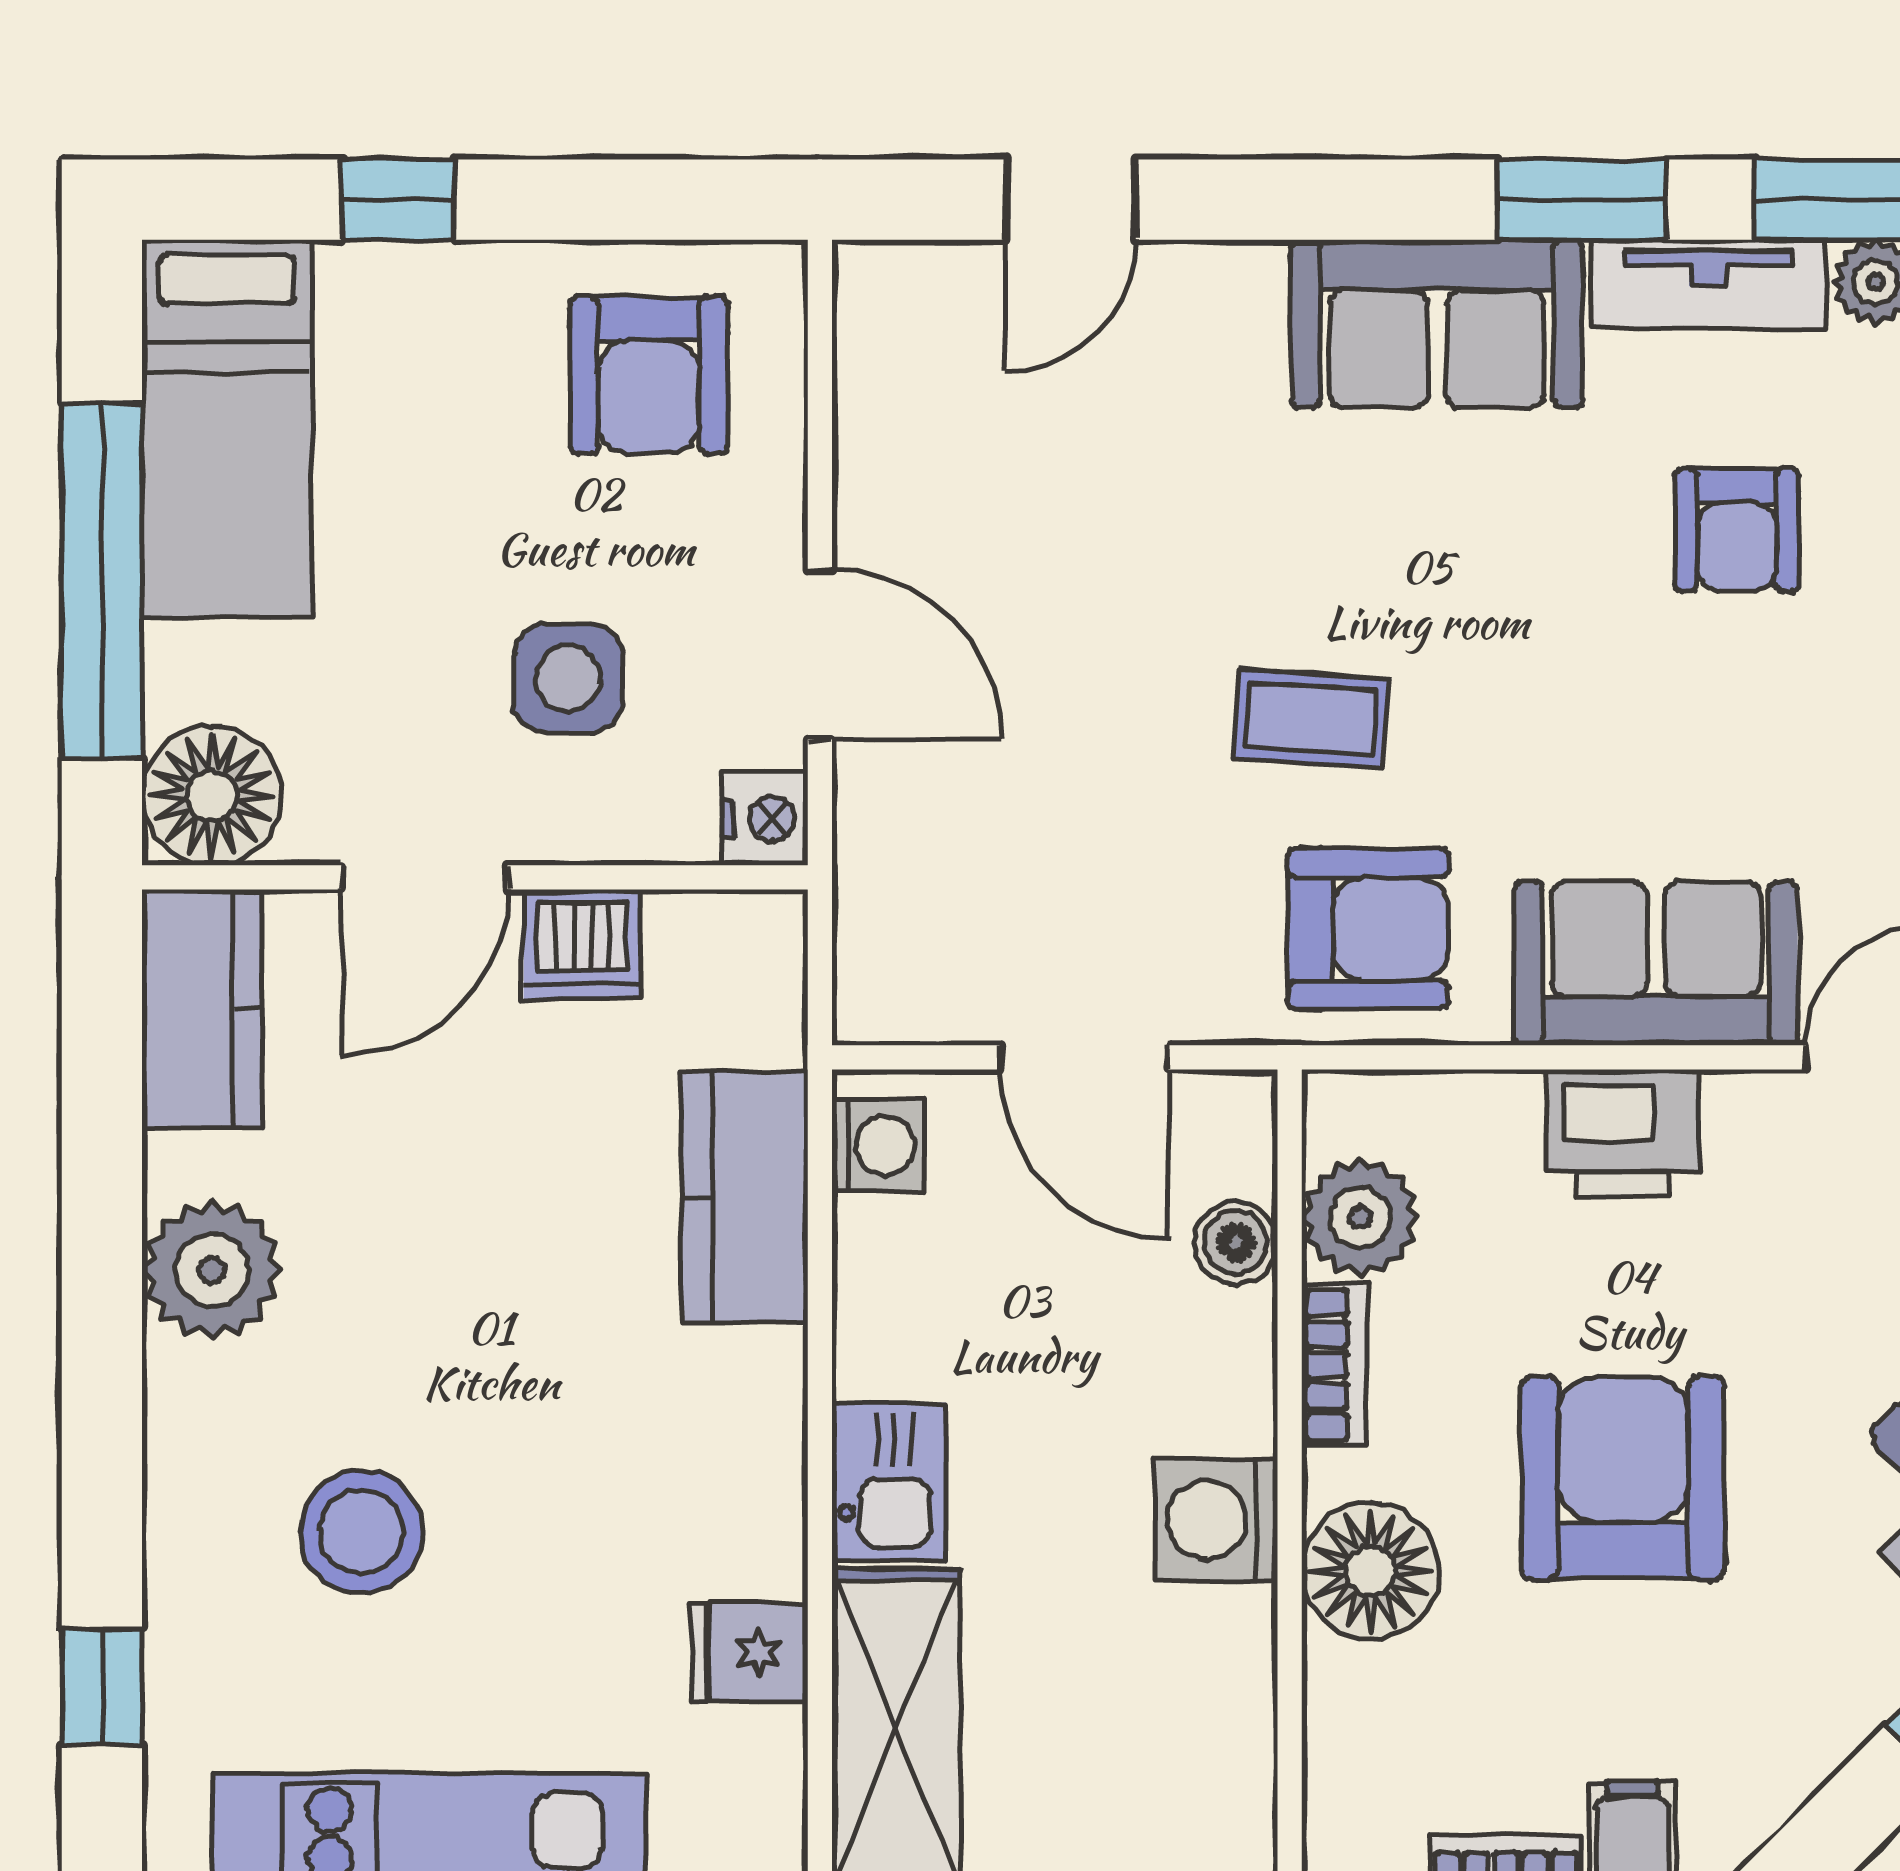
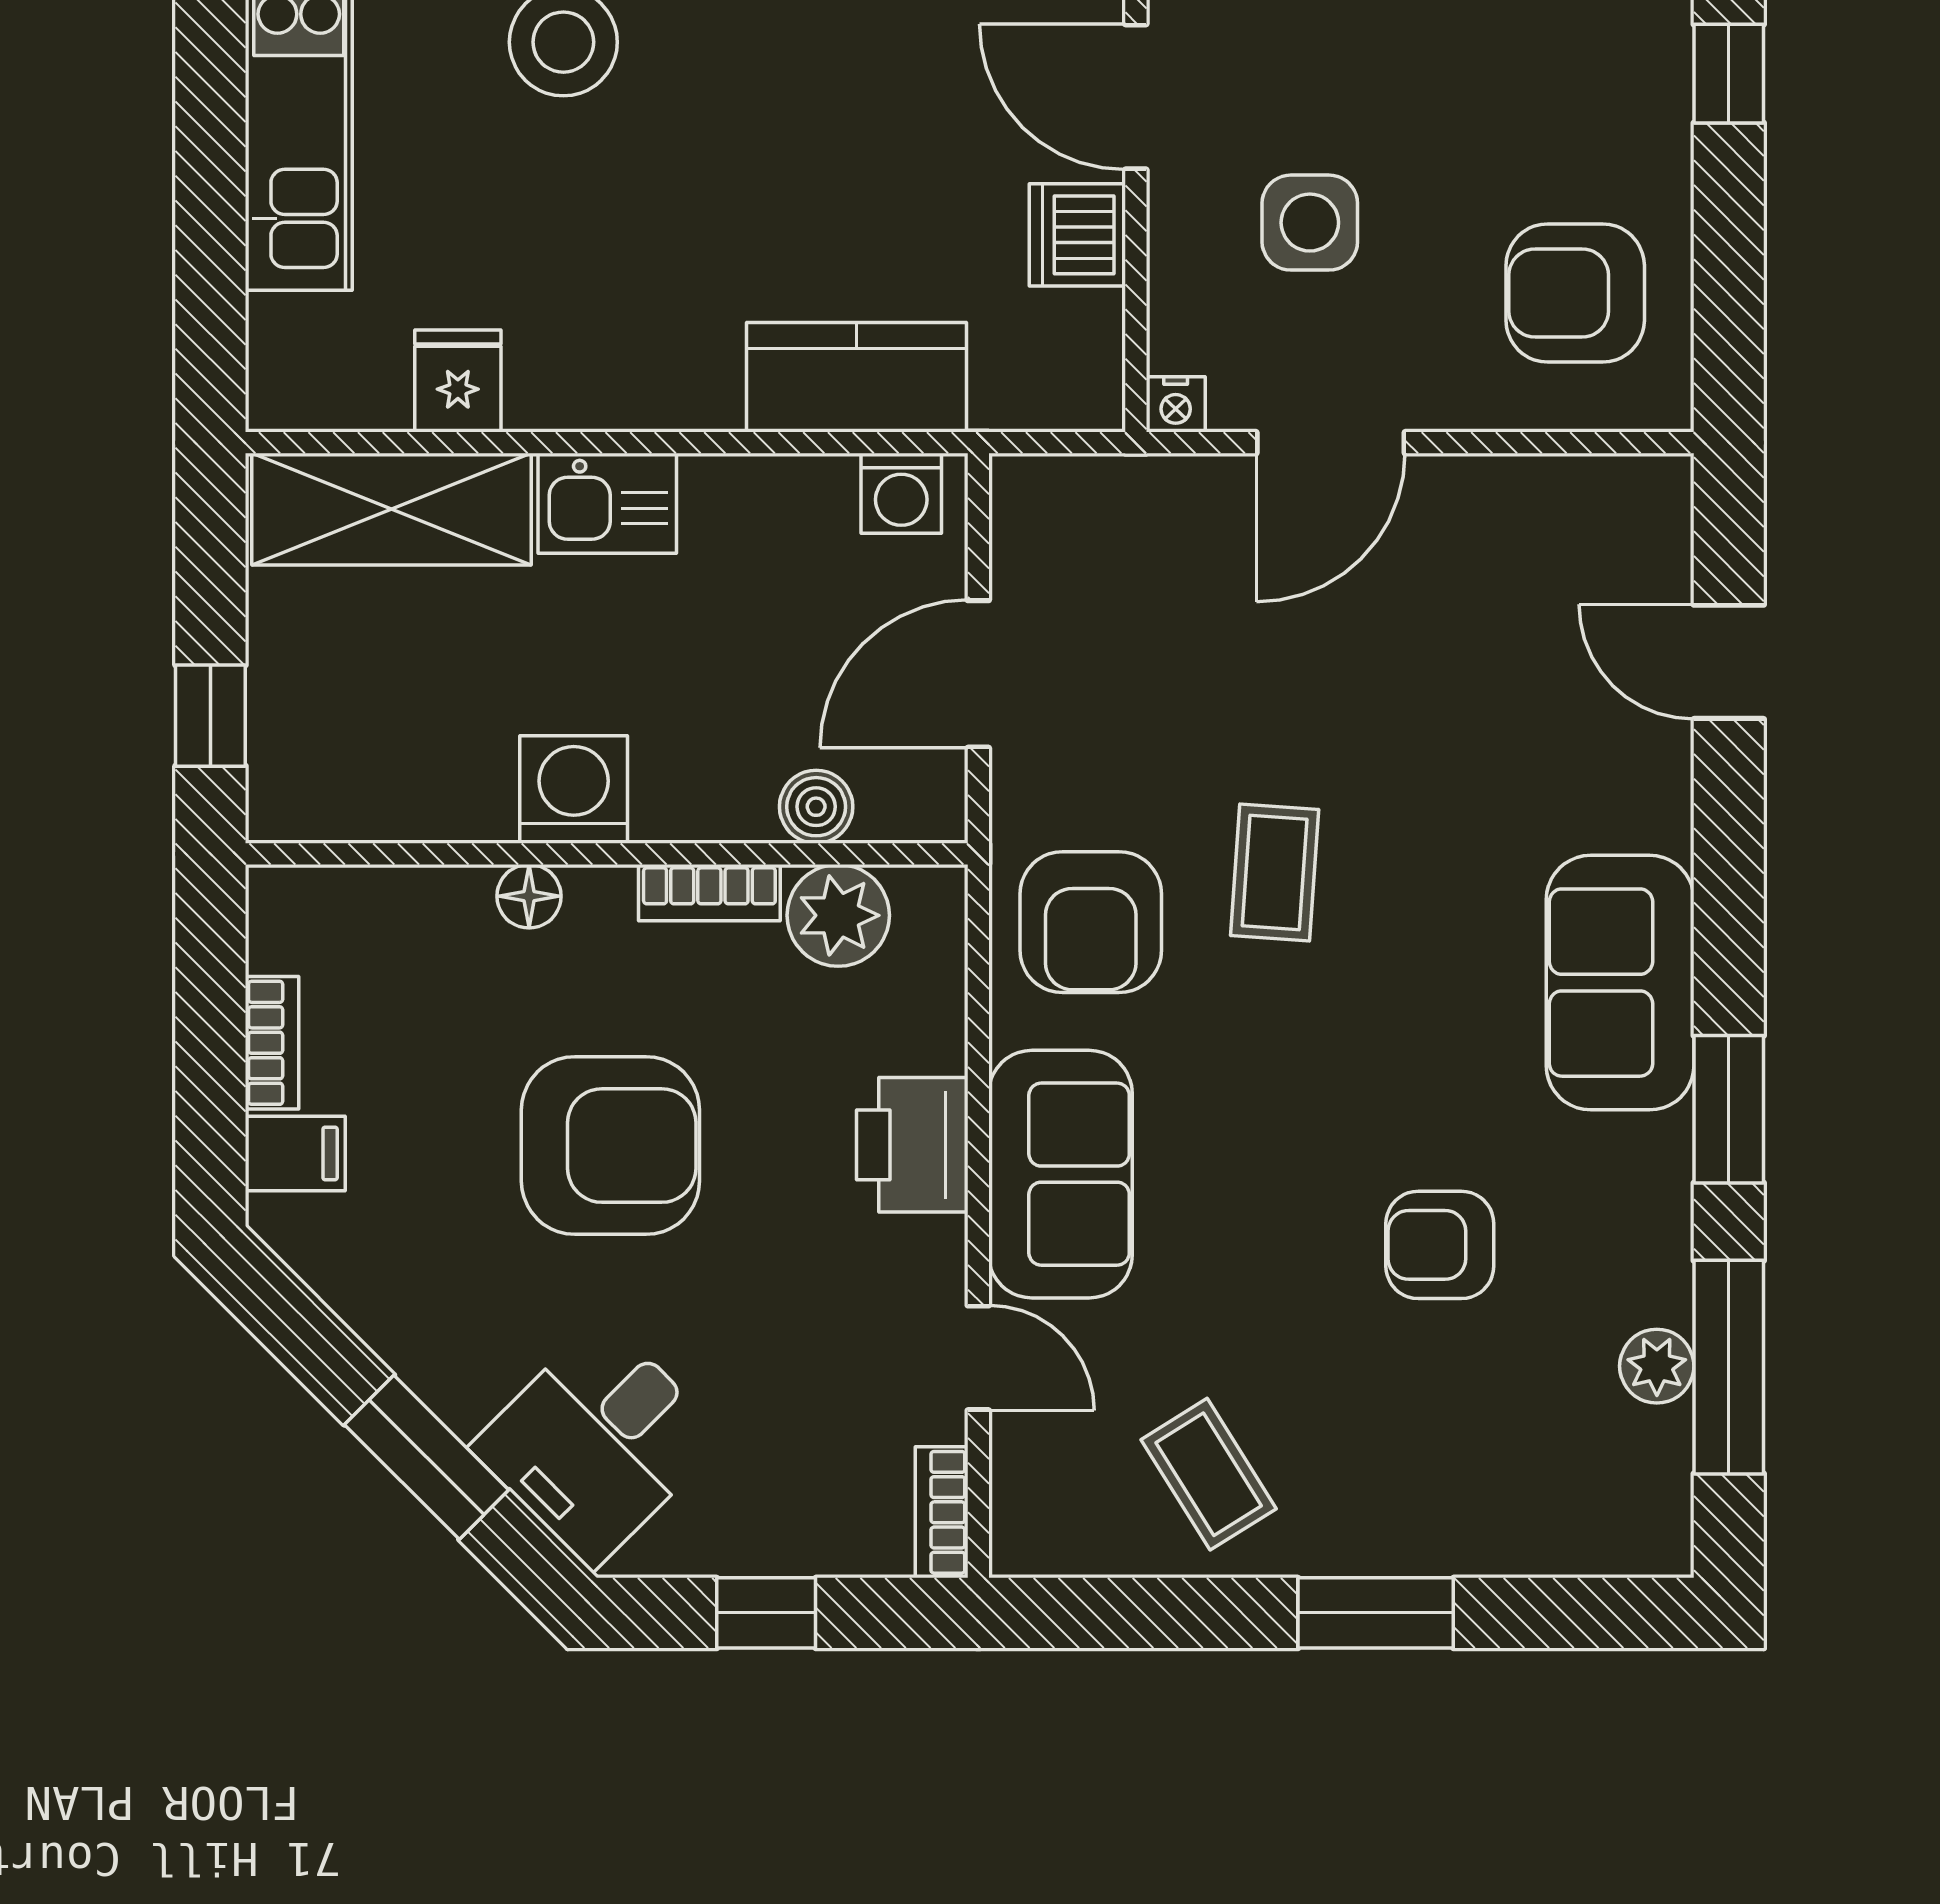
tv unit: (1708, 284) -> (1655, 1220), removed
nightstand: (765, 819) -> (1176, 404), width x0.72, depth x0.74
floor lamp: (1371, 1571) -> (529, 896), width x0.53, depth x0.53

